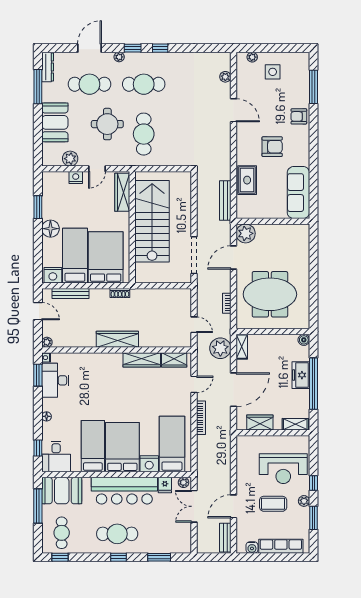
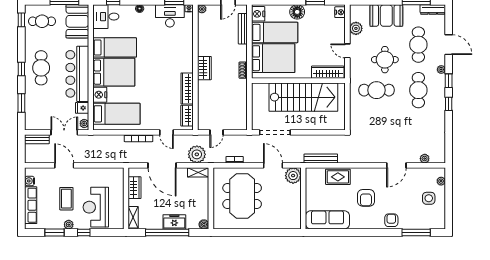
nightstand: (76, 178) -> (340, 12), moved
wardrobe: (117, 339) -> (204, 68), width x0.67
bench: (225, 538) -> (37, 139), moved

